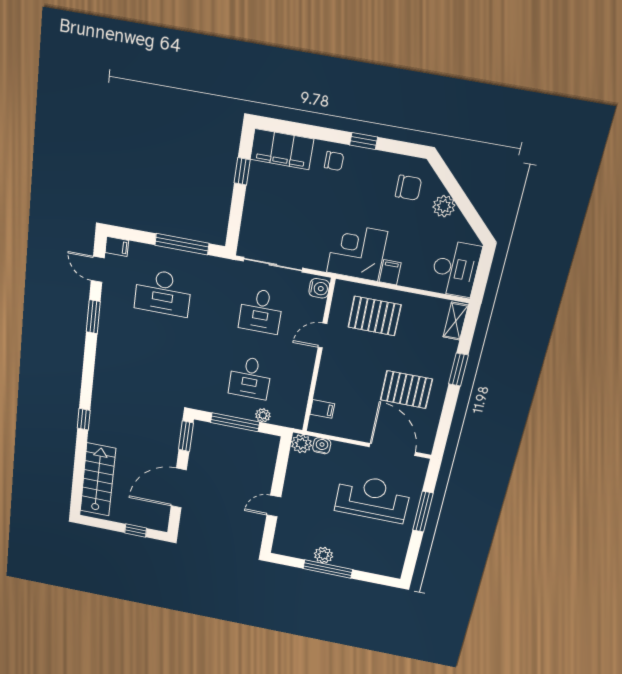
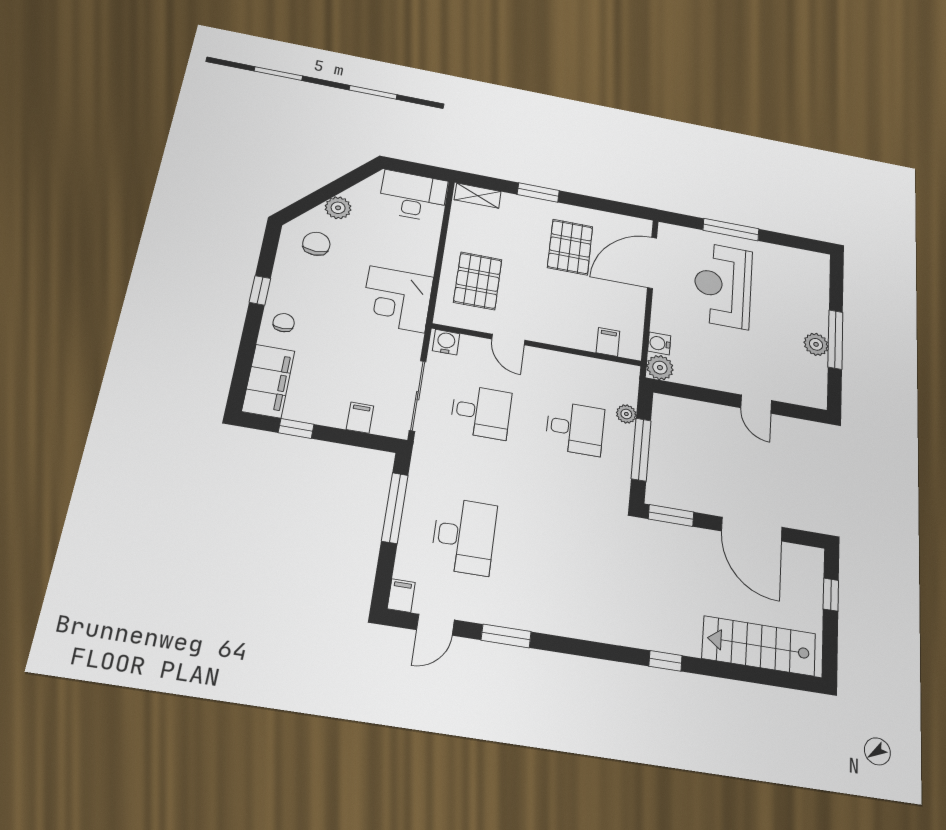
filing cabinet: (390, 272) -> (360, 418), moved, turned 90

